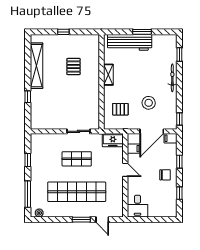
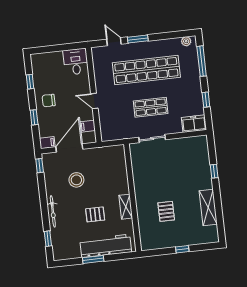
shelving: (36, 66) -> (208, 208), width x0.68
pallet: (120, 109) -> (95, 214), moved
freezer: (113, 140) -> (194, 124), moved

